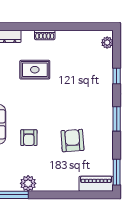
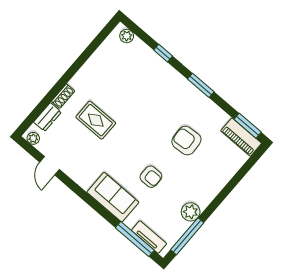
shoe rack: (45, 35) -> (63, 96), moved
rug: (35, 70) -> (96, 120), turned 90
piano: (96, 184) -> (241, 137), moved, turned -90

